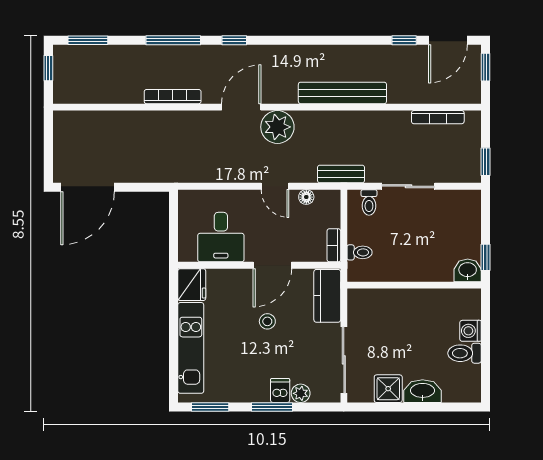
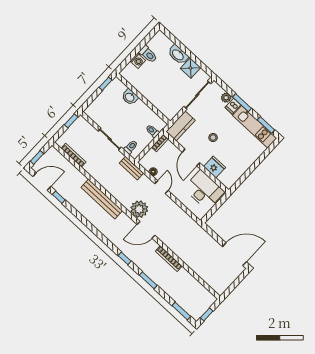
window: (173, 40) -> (148, 280), width x0.69
desk: (221, 237) -> (204, 190), width x1.37
door: (272, 265) -> (191, 157), swing flipped
washbasin: (468, 270) -> (130, 97), moved
fridge: (192, 285) -> (214, 167), moved, turned 90
kitchen unit: (191, 348) -> (255, 127), moved, turned -90

